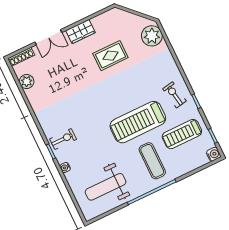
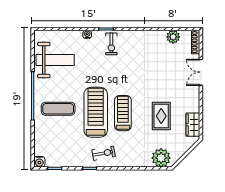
wardrobe: (80, 32) -> (193, 125), moved
treadmill: (182, 134) -> (123, 113), moved
weight bench: (106, 187) -> (55, 60), turned 90

